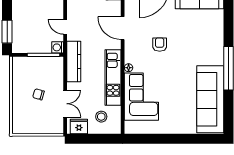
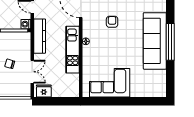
corner sofa: (141, 97) -> (110, 83), moved, turned -90
sofa: (210, 99) -> (155, 41), moved
stool: (101, 117) -> (63, 83), removed

